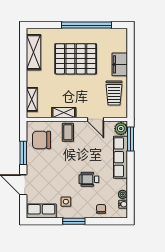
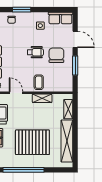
shelving: (33, 52) -> (67, 141), width x1.47
chair: (41, 140) -> (56, 55), moved, turned -90
wheelchair: (89, 179) -> (35, 52), moved
window: (74, 221) -> (22, 10), moved

